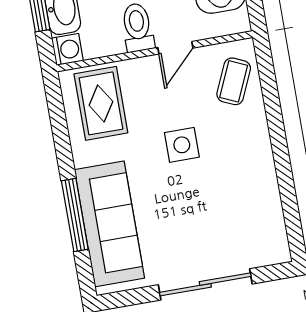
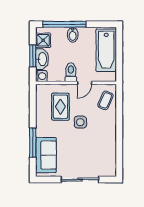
rug: (101, 103) -> (60, 107), moved
sofa: (109, 224) -> (46, 155), width x0.73

